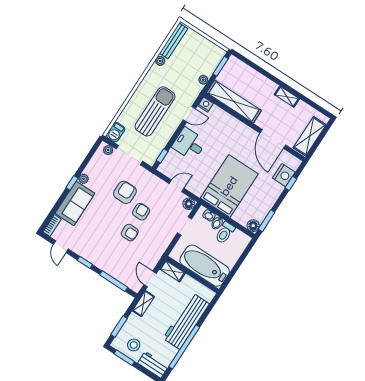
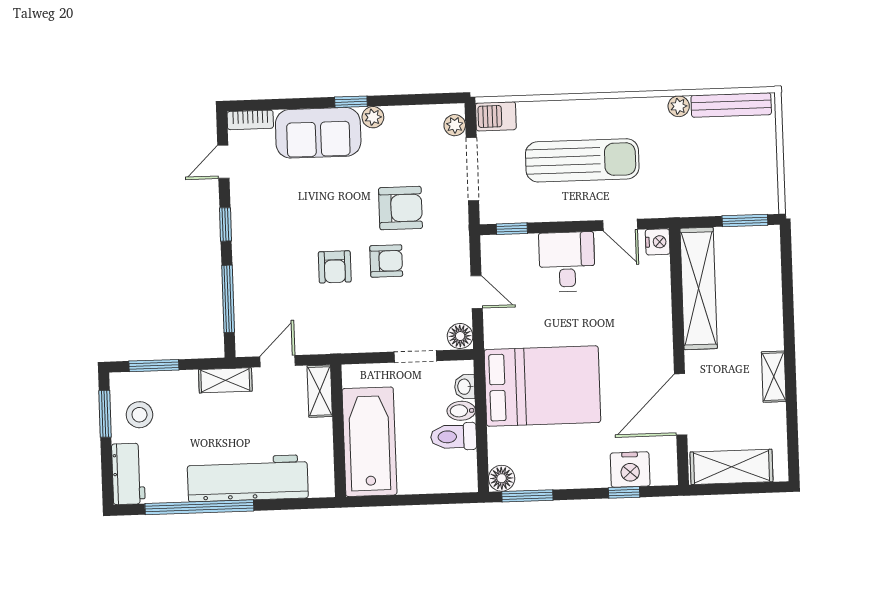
plant: (203, 80) -> (699, 207), removed

